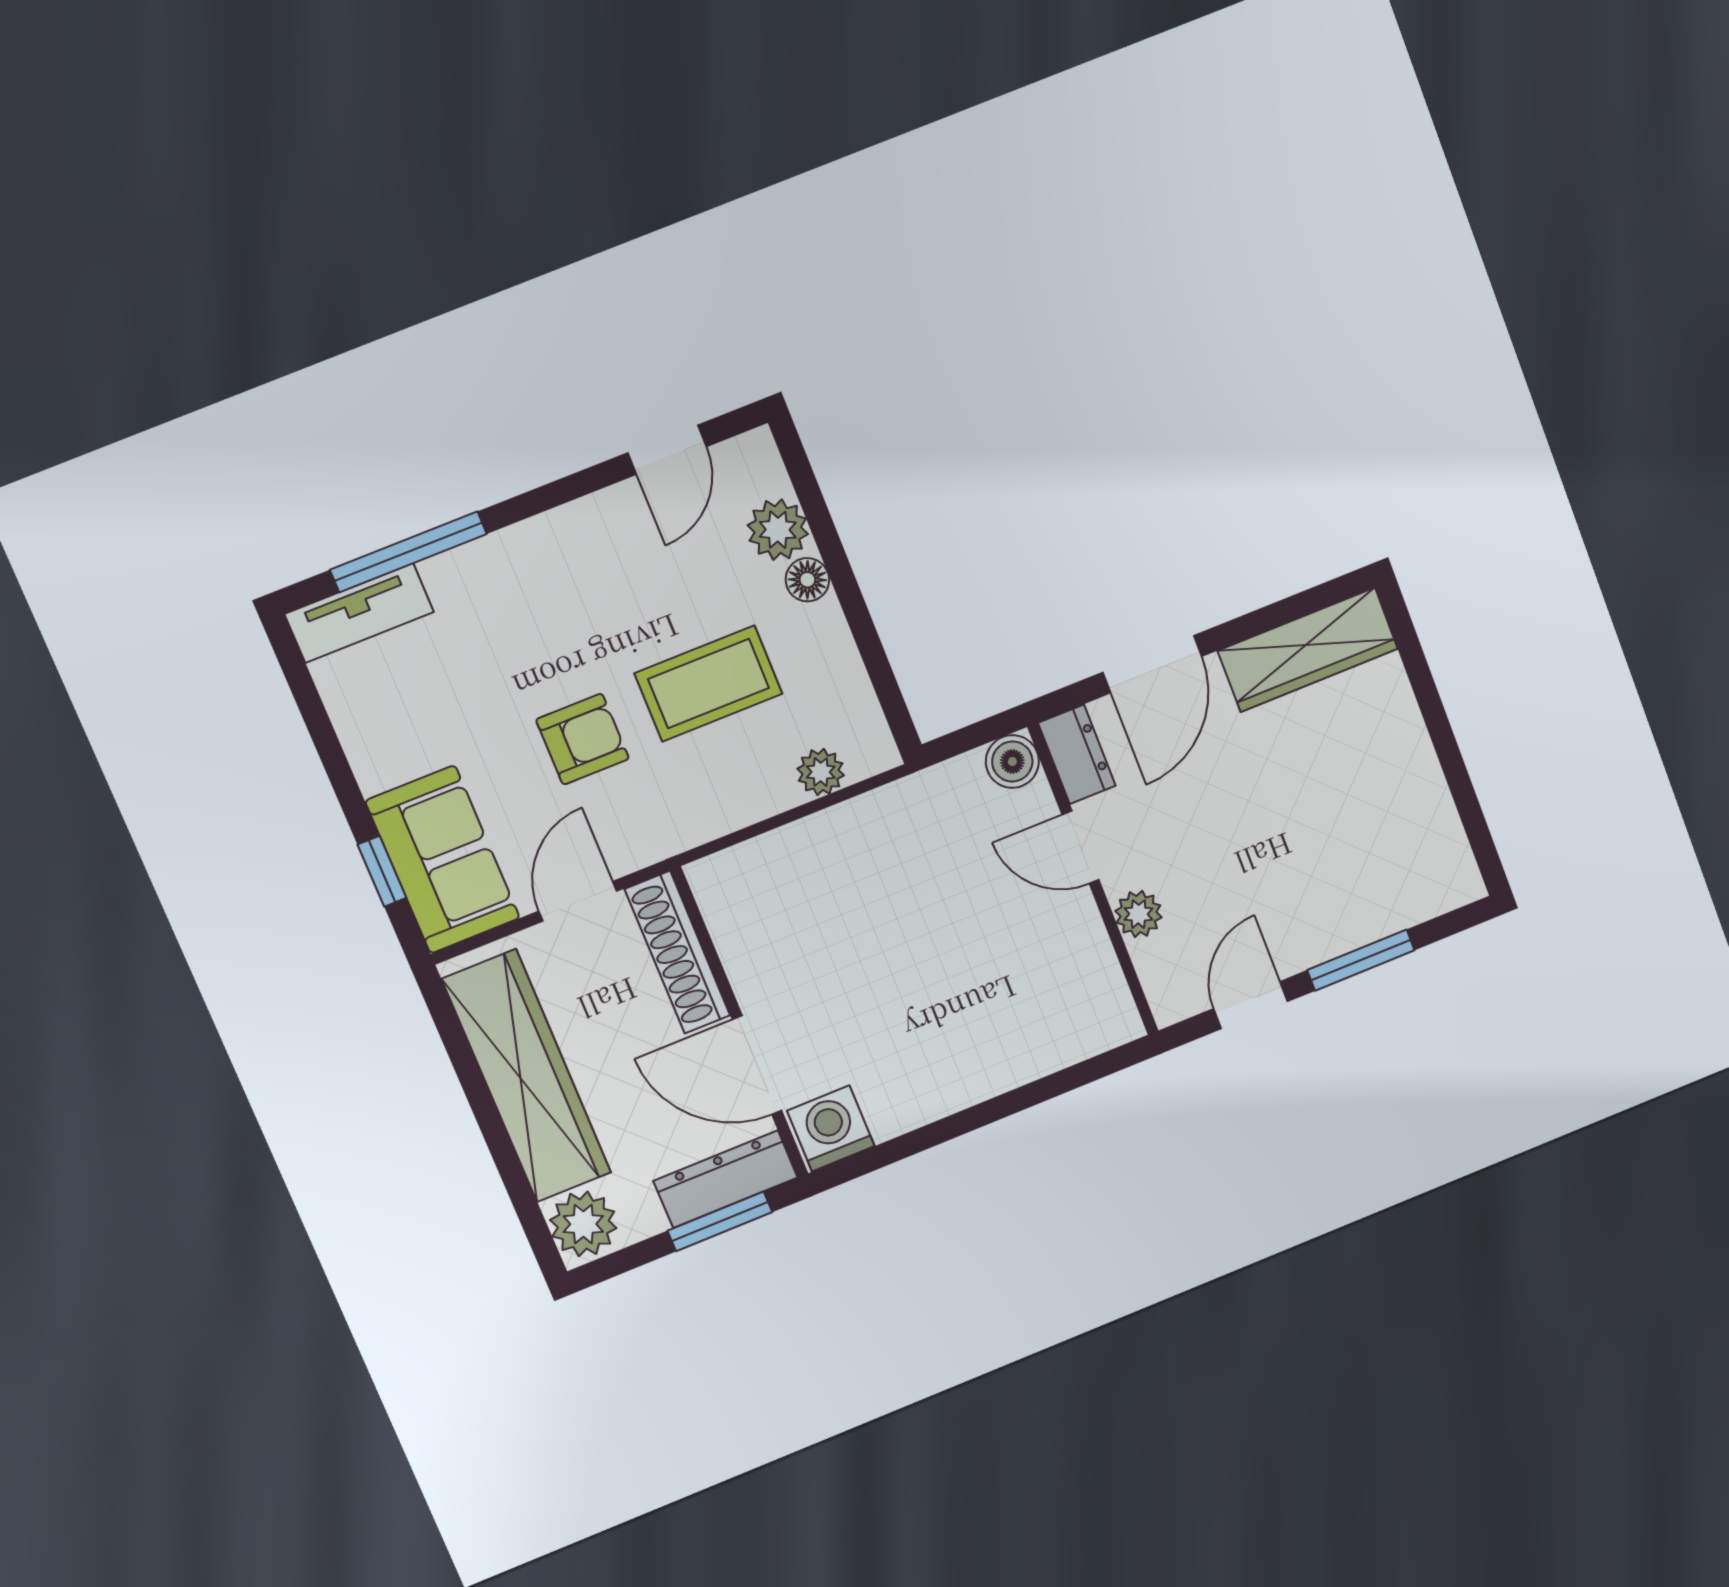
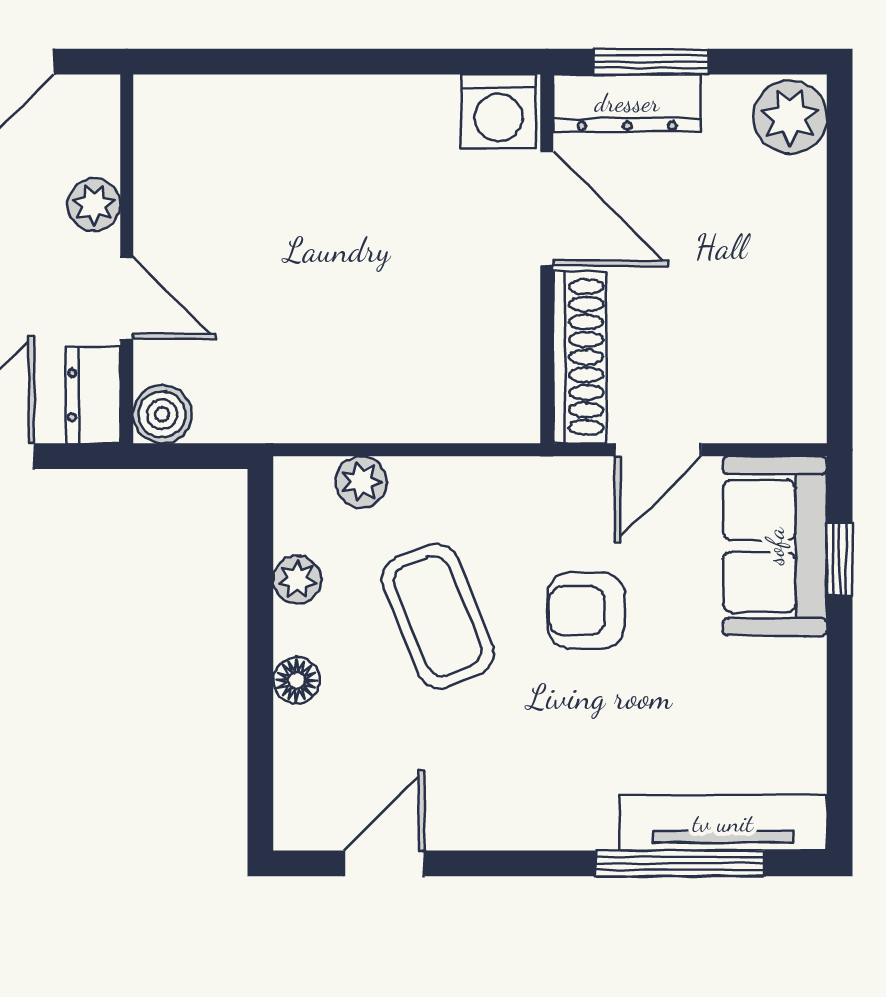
plant: (778, 530) -> (297, 580), moved, width x0.73, depth x0.73
tv unit: (359, 613) -> (723, 823), width x1.41
coffee table: (708, 684) -> (438, 616), turned 68
wardrobe: (527, 1076) -> (783, 293), removed

